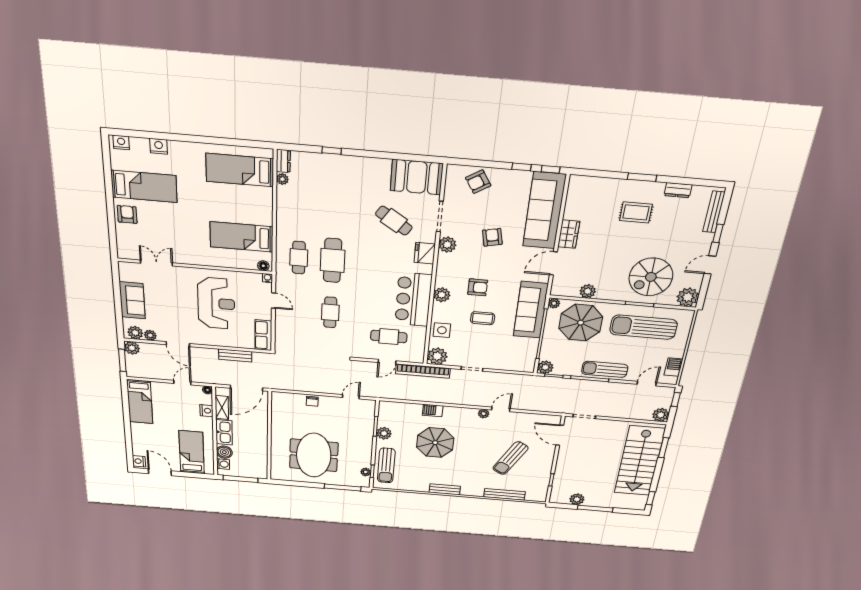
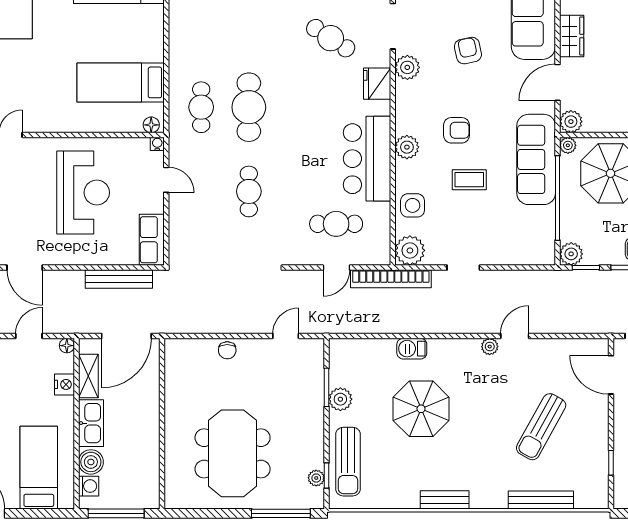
plant: (588, 291) -> (571, 122), moved
bench: (235, 355) -> (119, 279), width x1.36

